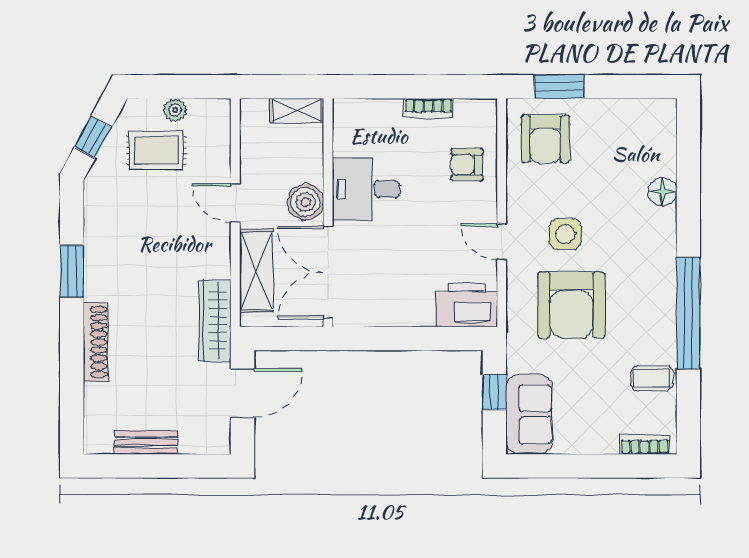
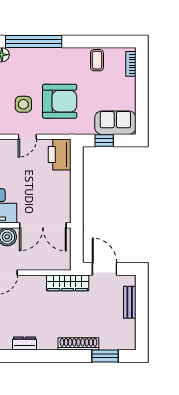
dresser: (96, 236) -> (24, 343), added
window: (72, 271) -> (105, 356), moved
shelving: (256, 271) -> (42, 262), removed
window: (688, 313) -> (34, 42), moved
bench: (146, 442) -> (130, 302), moved

